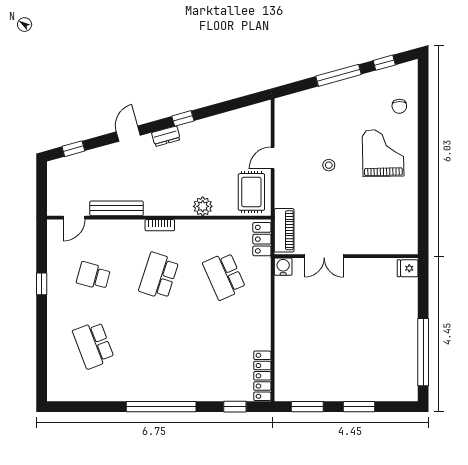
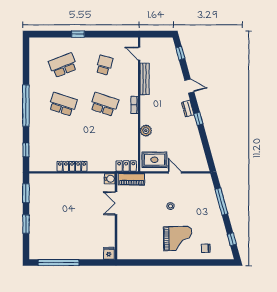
window: (339, 75) -> (221, 202), moved
school desk: (224, 276) -> (63, 104), moved, turned 42
window: (42, 284) -> (78, 34), moved
locker: (262, 376) -> (72, 166), moved

